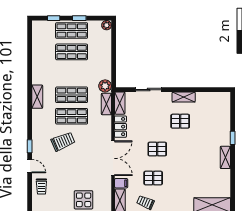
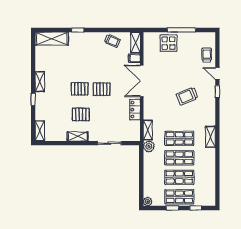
shelving: (120, 103) -> (40, 131), moved
shop shelf: (72, 116) -> (179, 158), moved
pallet: (153, 178) -> (80, 89), moved

